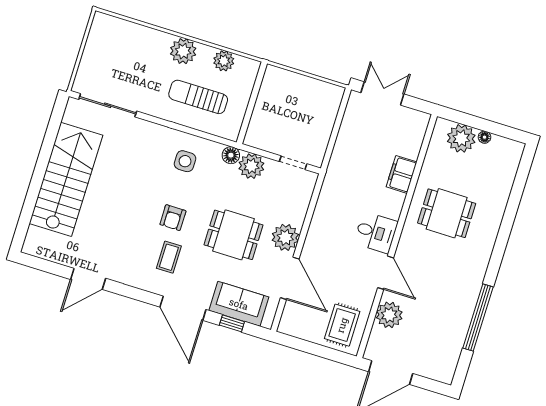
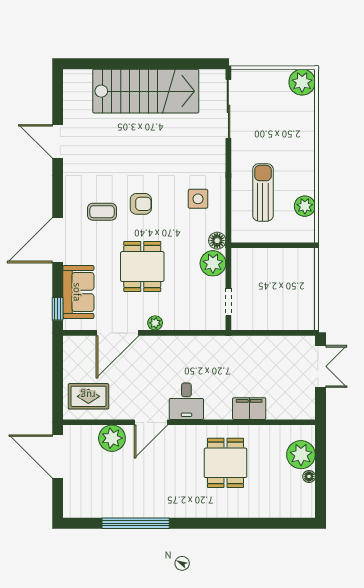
plant: (183, 51) -> (302, 82), moved
armchair: (173, 218) -> (141, 204), turned 180
plant: (285, 237) -> (155, 323), width x0.53, depth x0.53
window: (232, 323) -> (58, 309), moved

